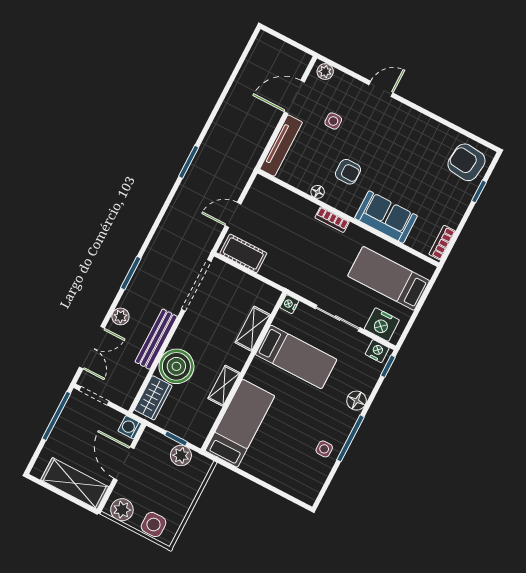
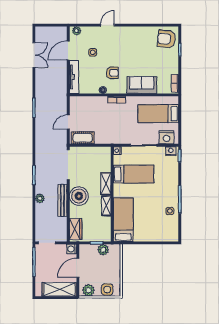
shelving: (253, 329) -> (106, 184), moved
double door: (92, 348) -> (34, 55), moved
boiler: (176, 366) -> (79, 196), moved
floor lamp: (357, 401) -> (173, 180), removed
door: (124, 463) -> (78, 268), hinge flipped

